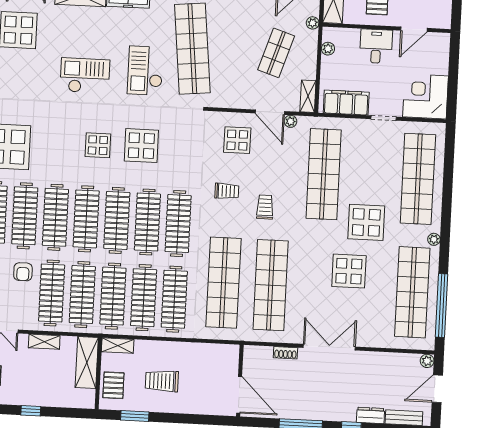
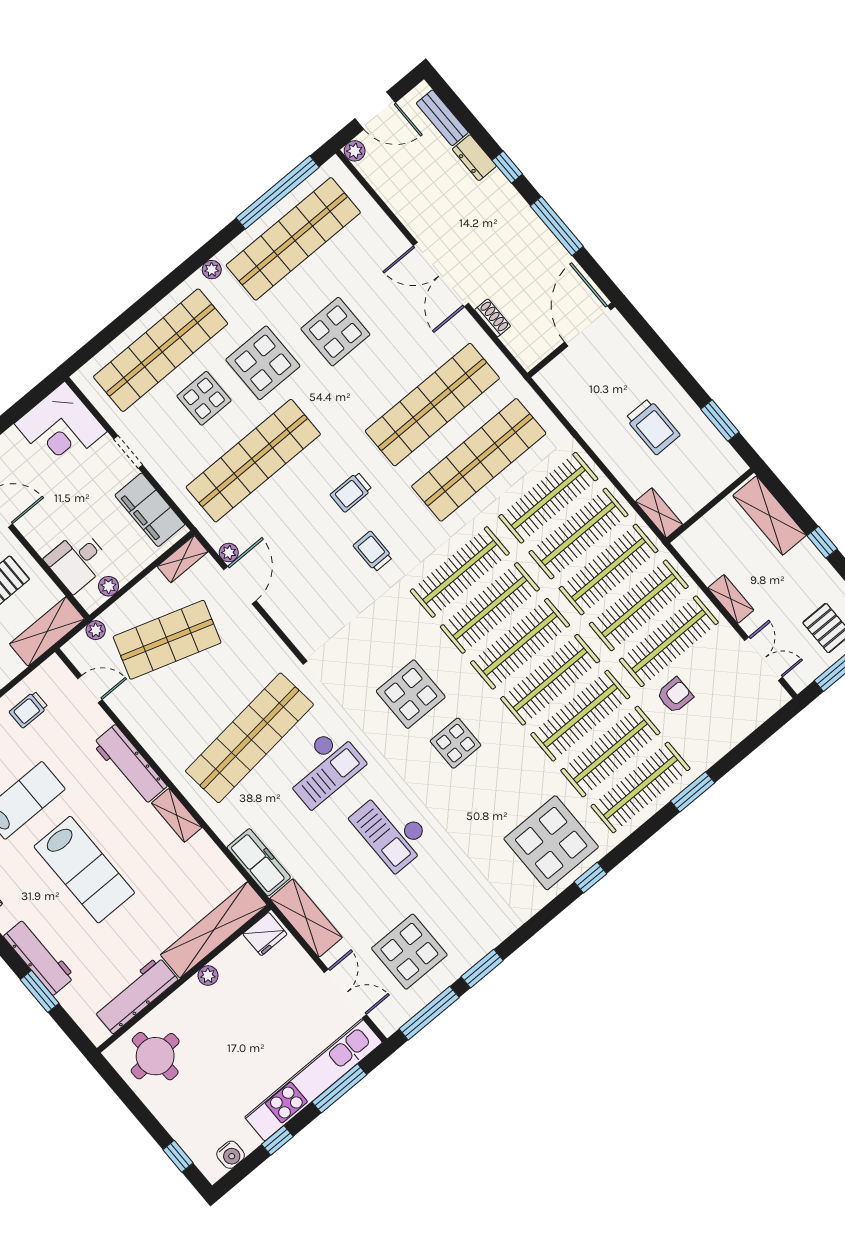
desk: (376, 46) -> (77, 561), moved
shop shelf: (276, 53) -> (167, 640), width x1.43, depth x1.36
display table: (237, 140) -> (204, 398), moved
shelving: (87, 363) -> (770, 515), moved, turned 90
pallet: (113, 385) -> (708, 476), removed

